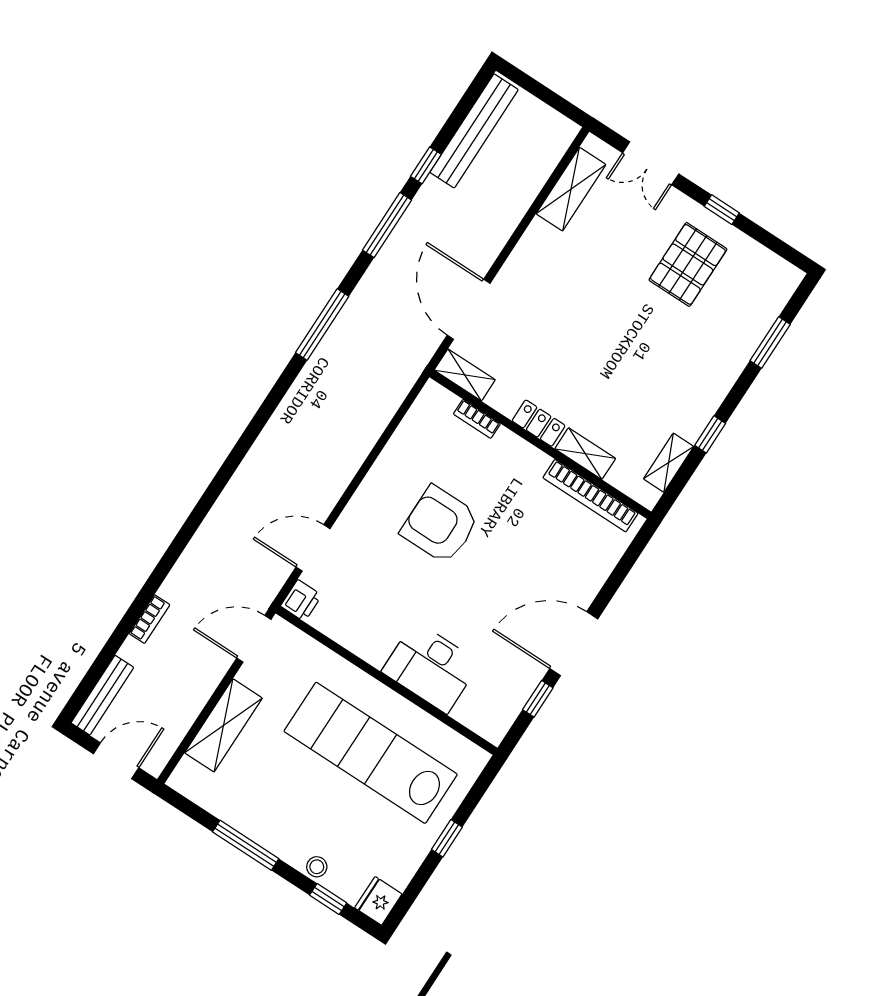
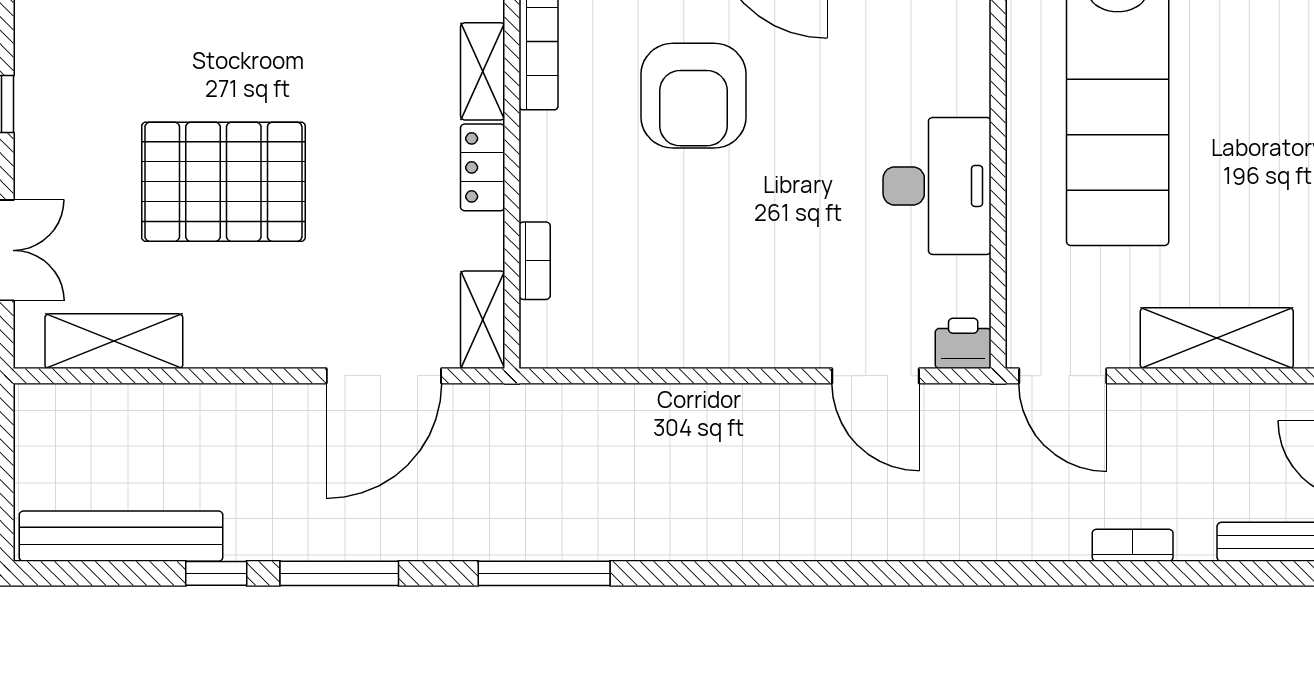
pallet: (688, 264) -> (223, 182), moved, width x1.37, depth x1.41
armchair: (440, 525) -> (694, 96), moved
desk: (431, 667) -> (937, 186), moved

